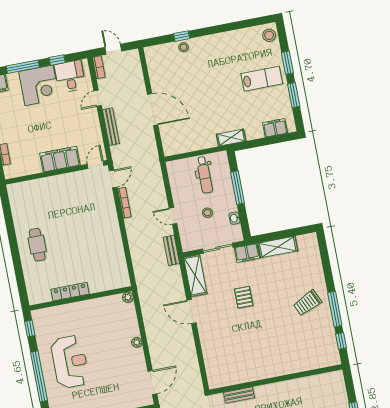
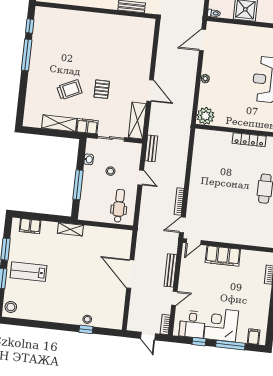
dental chair: (205, 175) -> (119, 206), moved
plant: (128, 297) -> (205, 116), width x1.87, depth x1.87
trolley: (307, 303) -> (69, 90), moved

